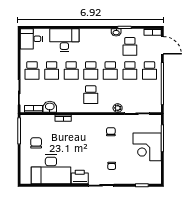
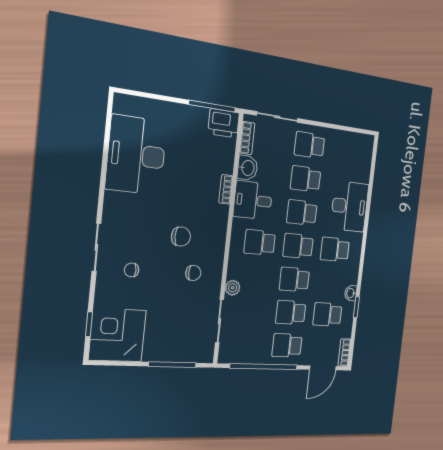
desk: (31, 39) -> (253, 200), moved, turned -90
school desk: (91, 46) -> (335, 250), added
chair: (36, 143) -> (181, 237), moved
corner desk: (147, 147) -> (117, 335), moved
printer: (80, 177) -> (224, 123), moved, turned 90

